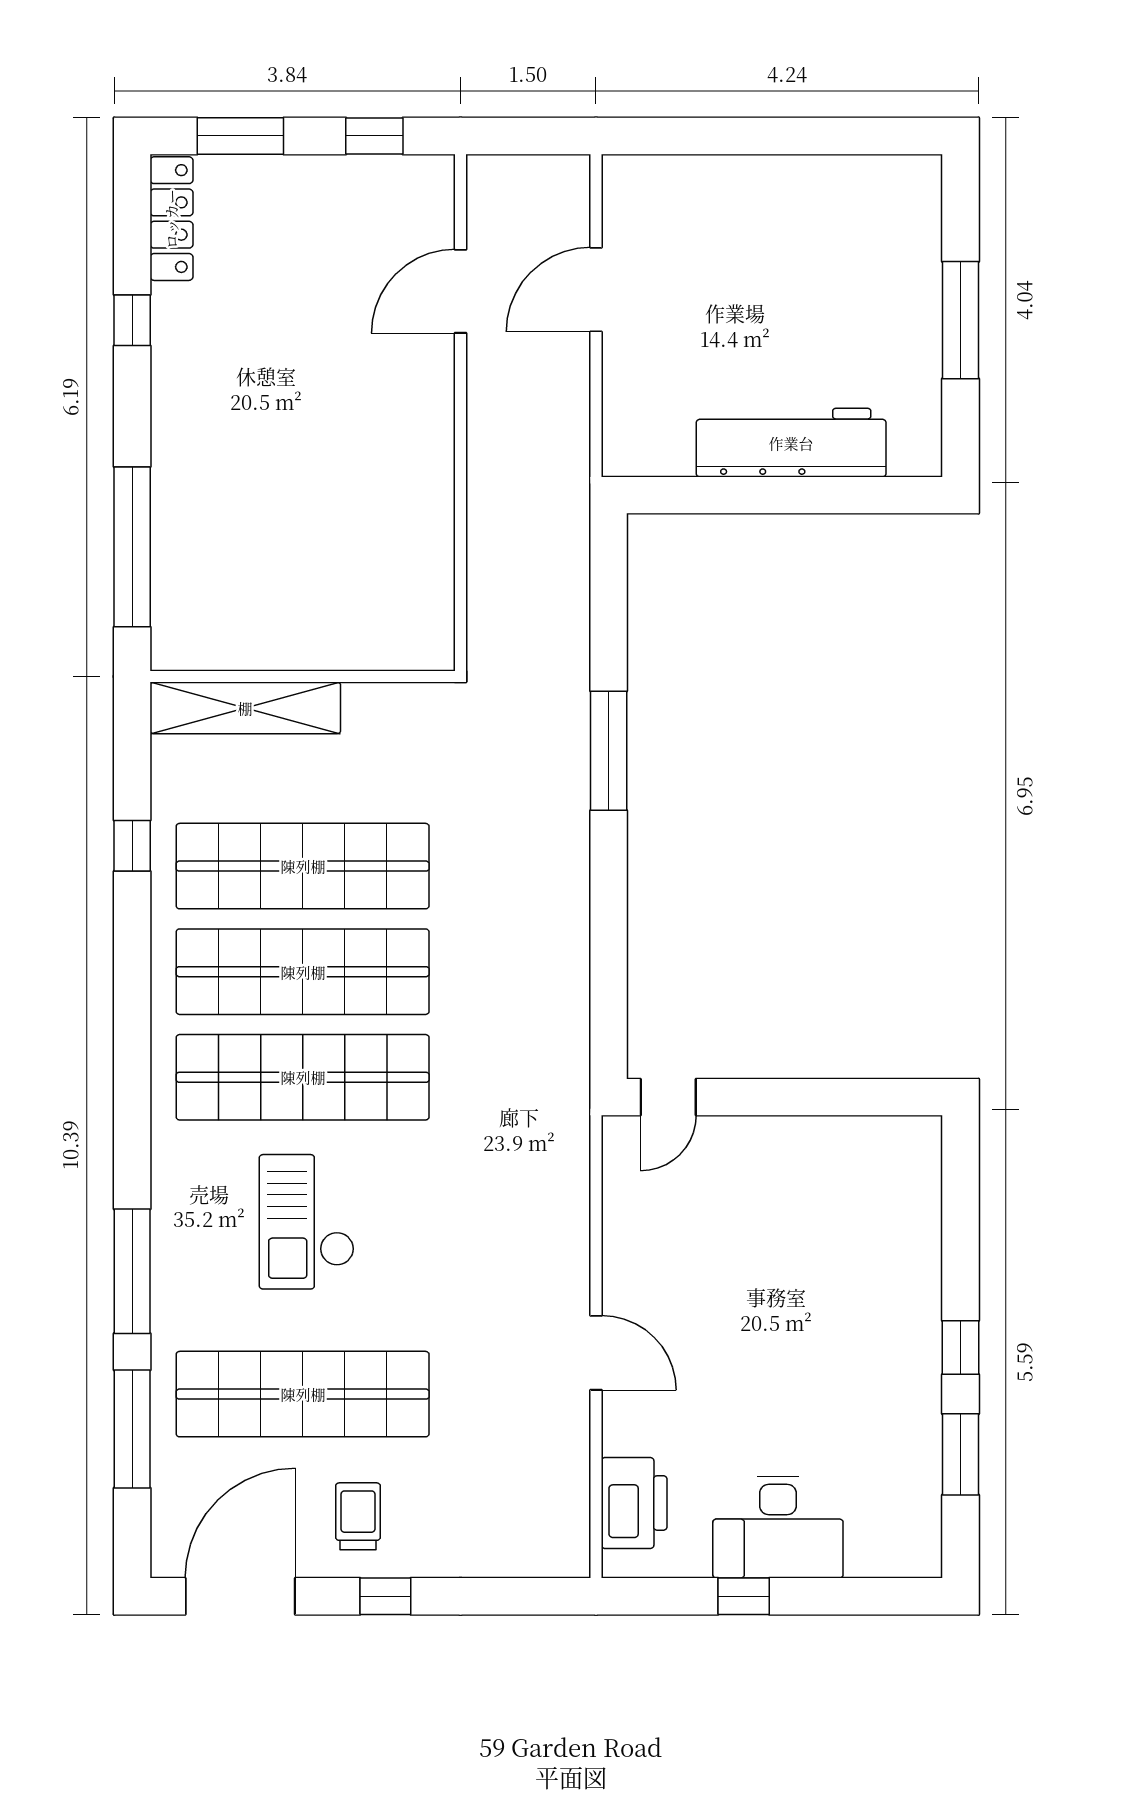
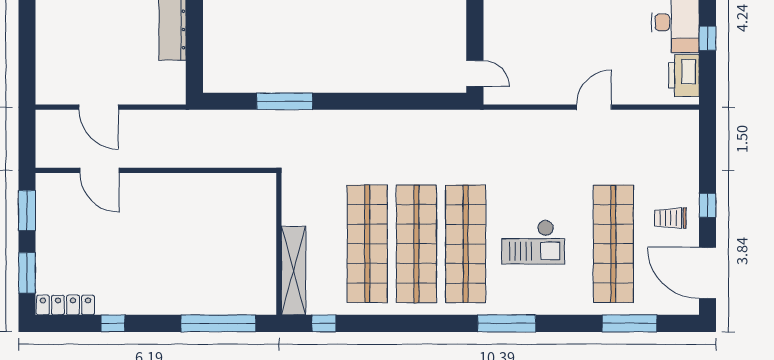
window: (374, 136) -> (27, 210), width x1.50
window: (609, 751) -> (285, 101), moved
window: (132, 846) -> (324, 323), moved
window: (132, 1271) -> (507, 323), moved
printer: (634, 1503) -> (684, 76), moved, turned -90

